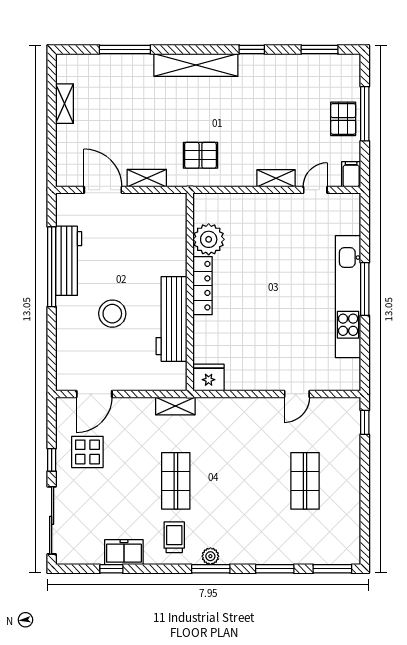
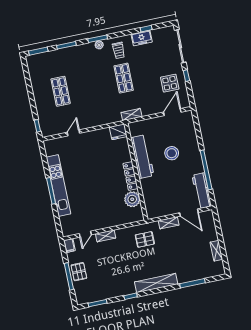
workbench: (69, 261) -> (202, 191), moved

